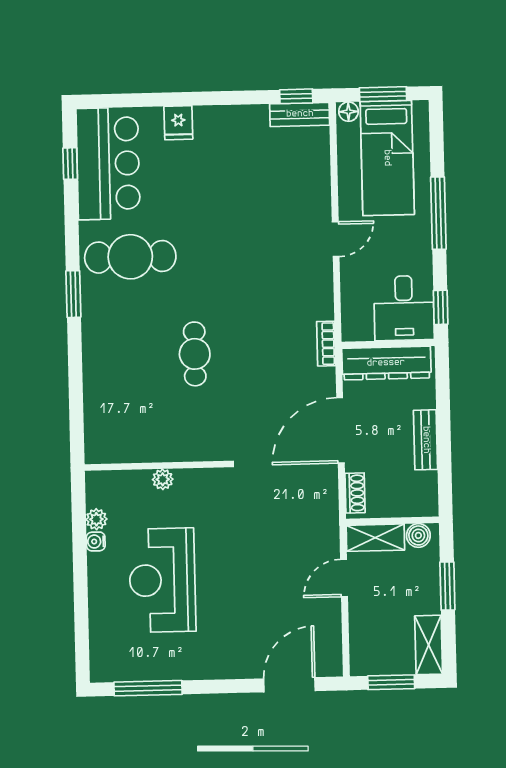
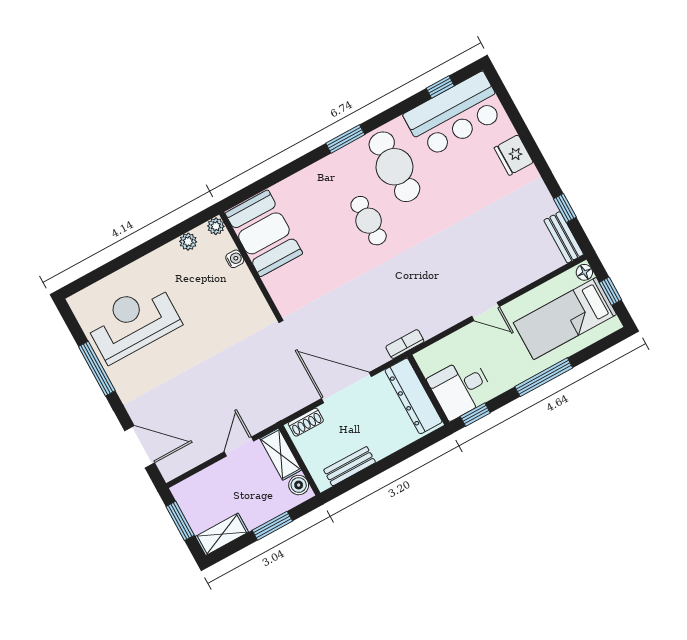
window: (383, 94) -> (610, 291), width x0.67
window: (296, 96) -> (565, 208), moved
fridge: (178, 123) -> (514, 155), width x1.38
cafe table: (195, 354) -> (369, 221), moved, turned 90
booth: (129, 433) -> (264, 233), added
bench: (426, 440) -> (350, 466), moved
plant: (163, 479) -> (216, 226), moved
water cooler: (96, 541) -> (235, 259), moved, turned 90
door: (344, 578) -> (239, 446), hinge flipped
reception desk: (162, 580) -> (133, 322), moved
window: (148, 688) -> (97, 369), moved

